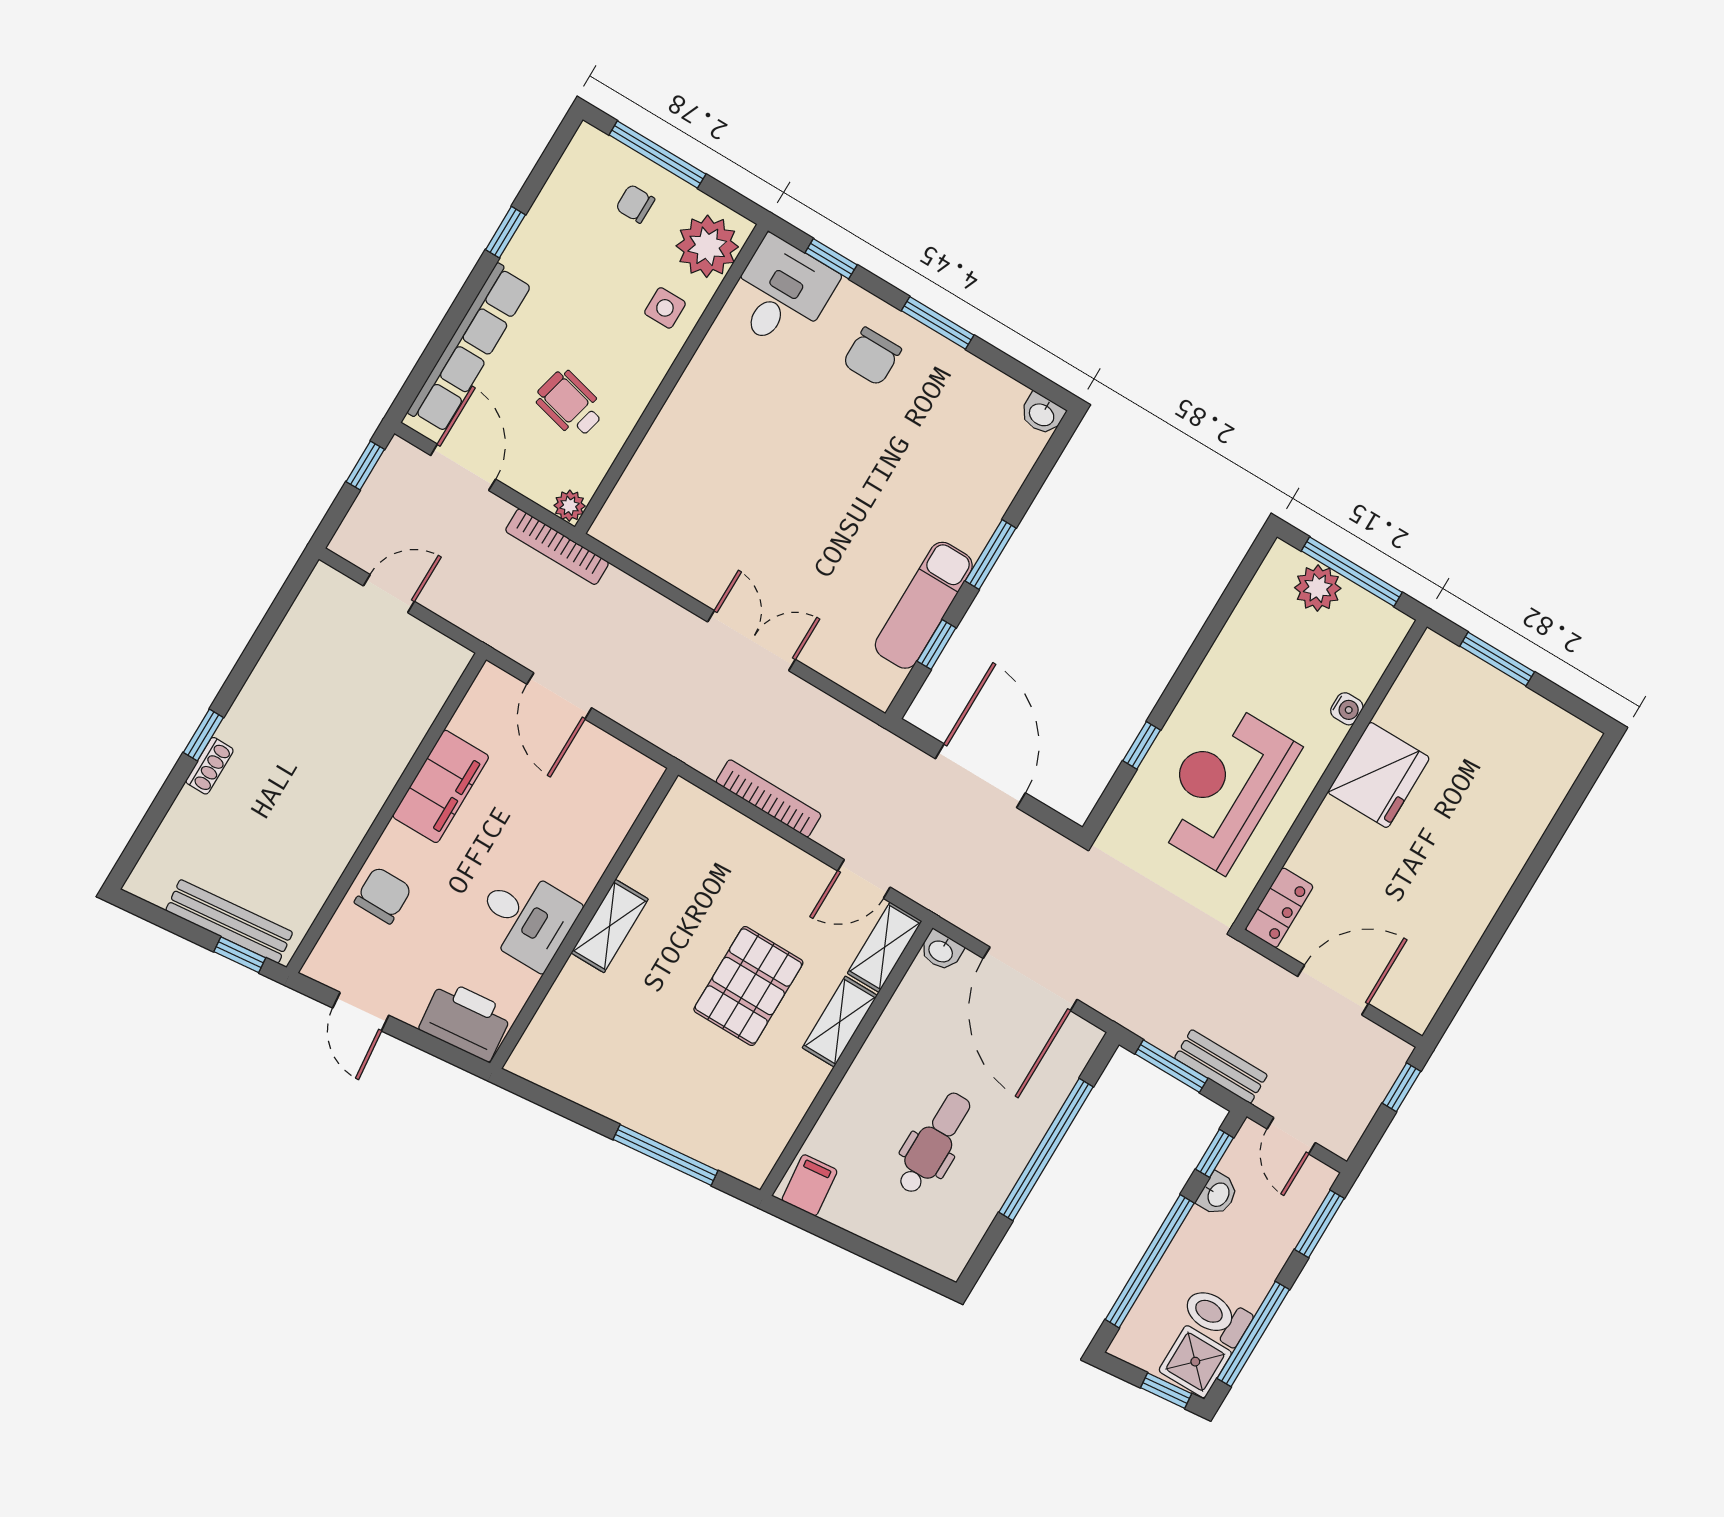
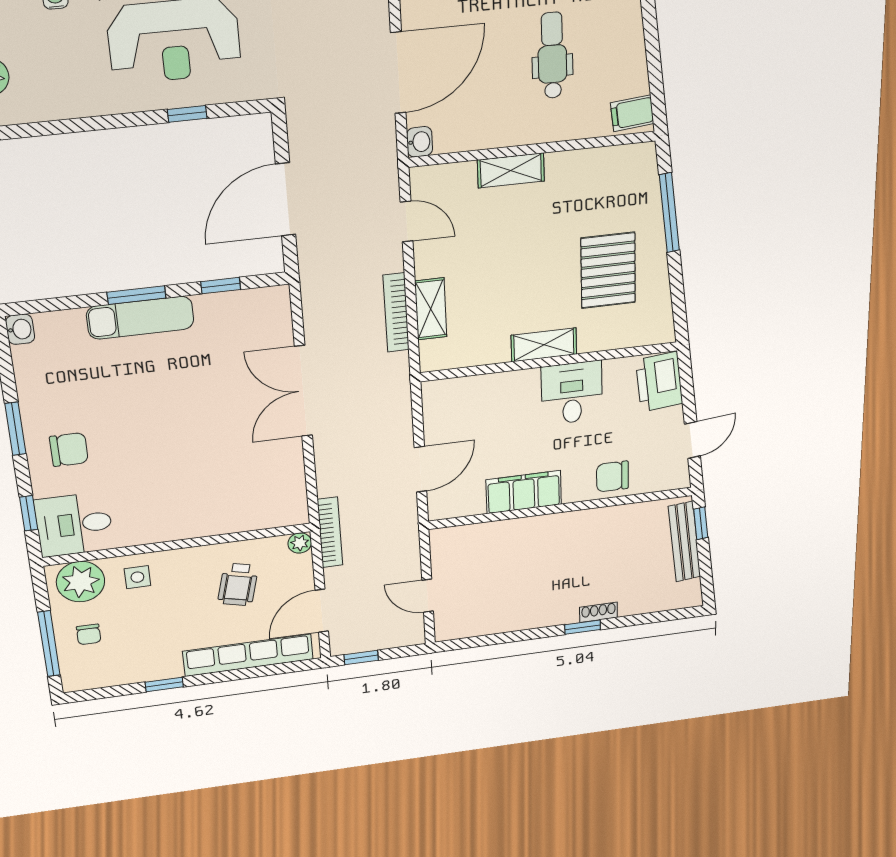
exam couch: (924, 605) -> (140, 318), moved
double door: (751, 641) -> (303, 391), width x1.37
shelving: (885, 947) -> (431, 309), moved, turned 90
pallet: (748, 986) -> (608, 270), moved, turned 90
dental chair: (934, 1143) -> (552, 55), turned 90

